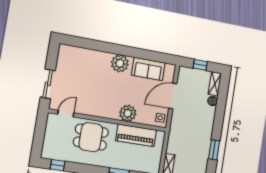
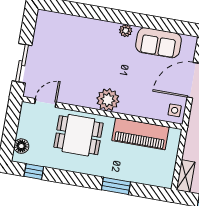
plant: (120, 63) -> (126, 31), width x0.53, depth x0.53
plant: (128, 113) -> (108, 100), moved
floor lamp: (48, 146) -> (21, 146), added

